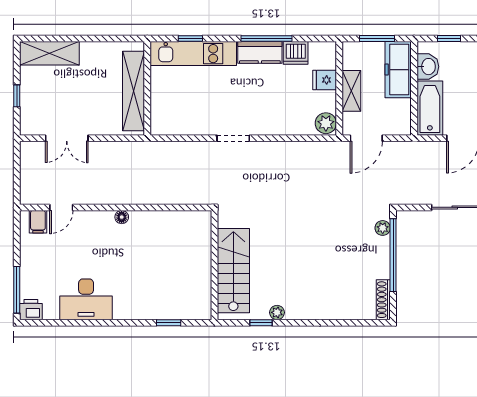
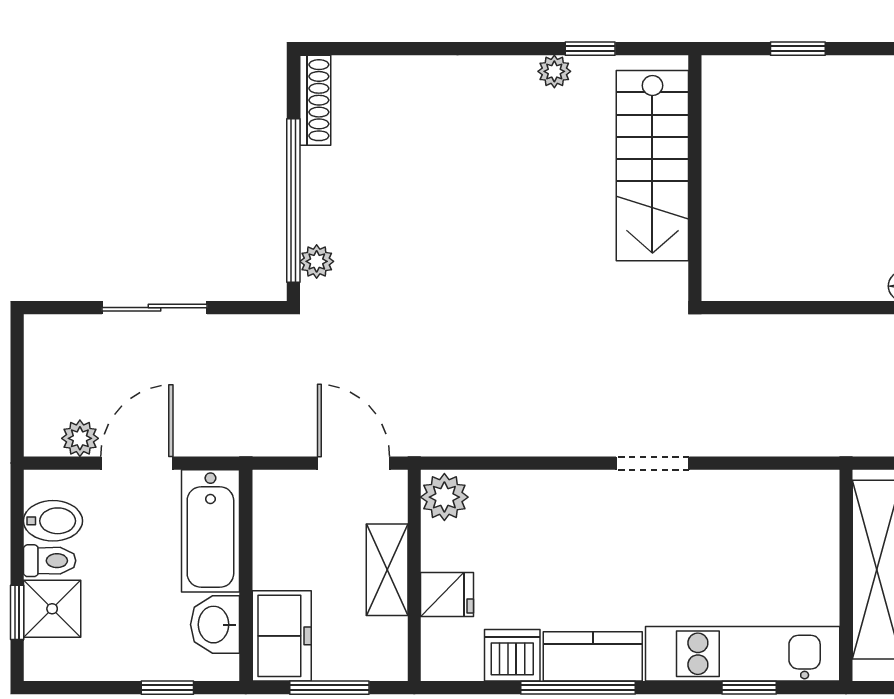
freezer: (398, 70) -> (282, 636), width x0.71
door: (366, 138) -> (354, 463), hinge flipped

